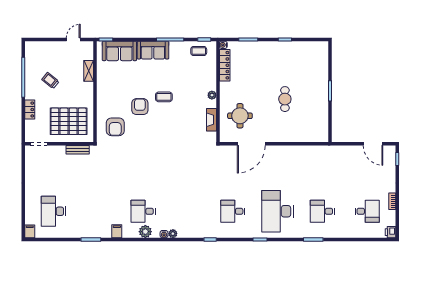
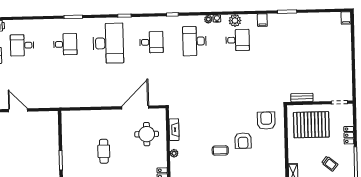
desk: (53, 211) -> (194, 41), moved, turned 180

